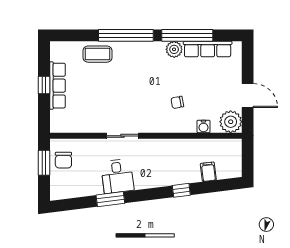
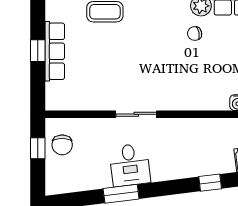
chair: (177, 102) -> (195, 33), moved
window: (44, 163) -> (38, 148), width x0.67

